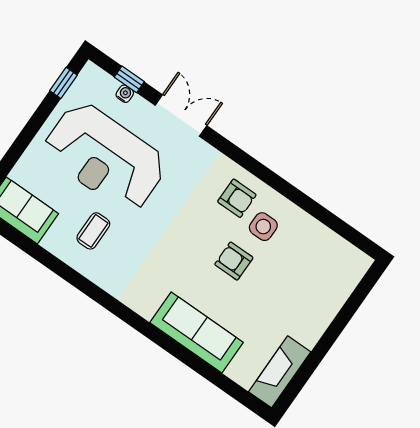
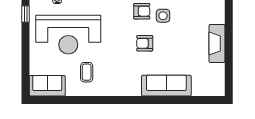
armchair: (234, 261) -> (145, 43), moved
fireplace: (280, 372) -> (217, 43), moved

